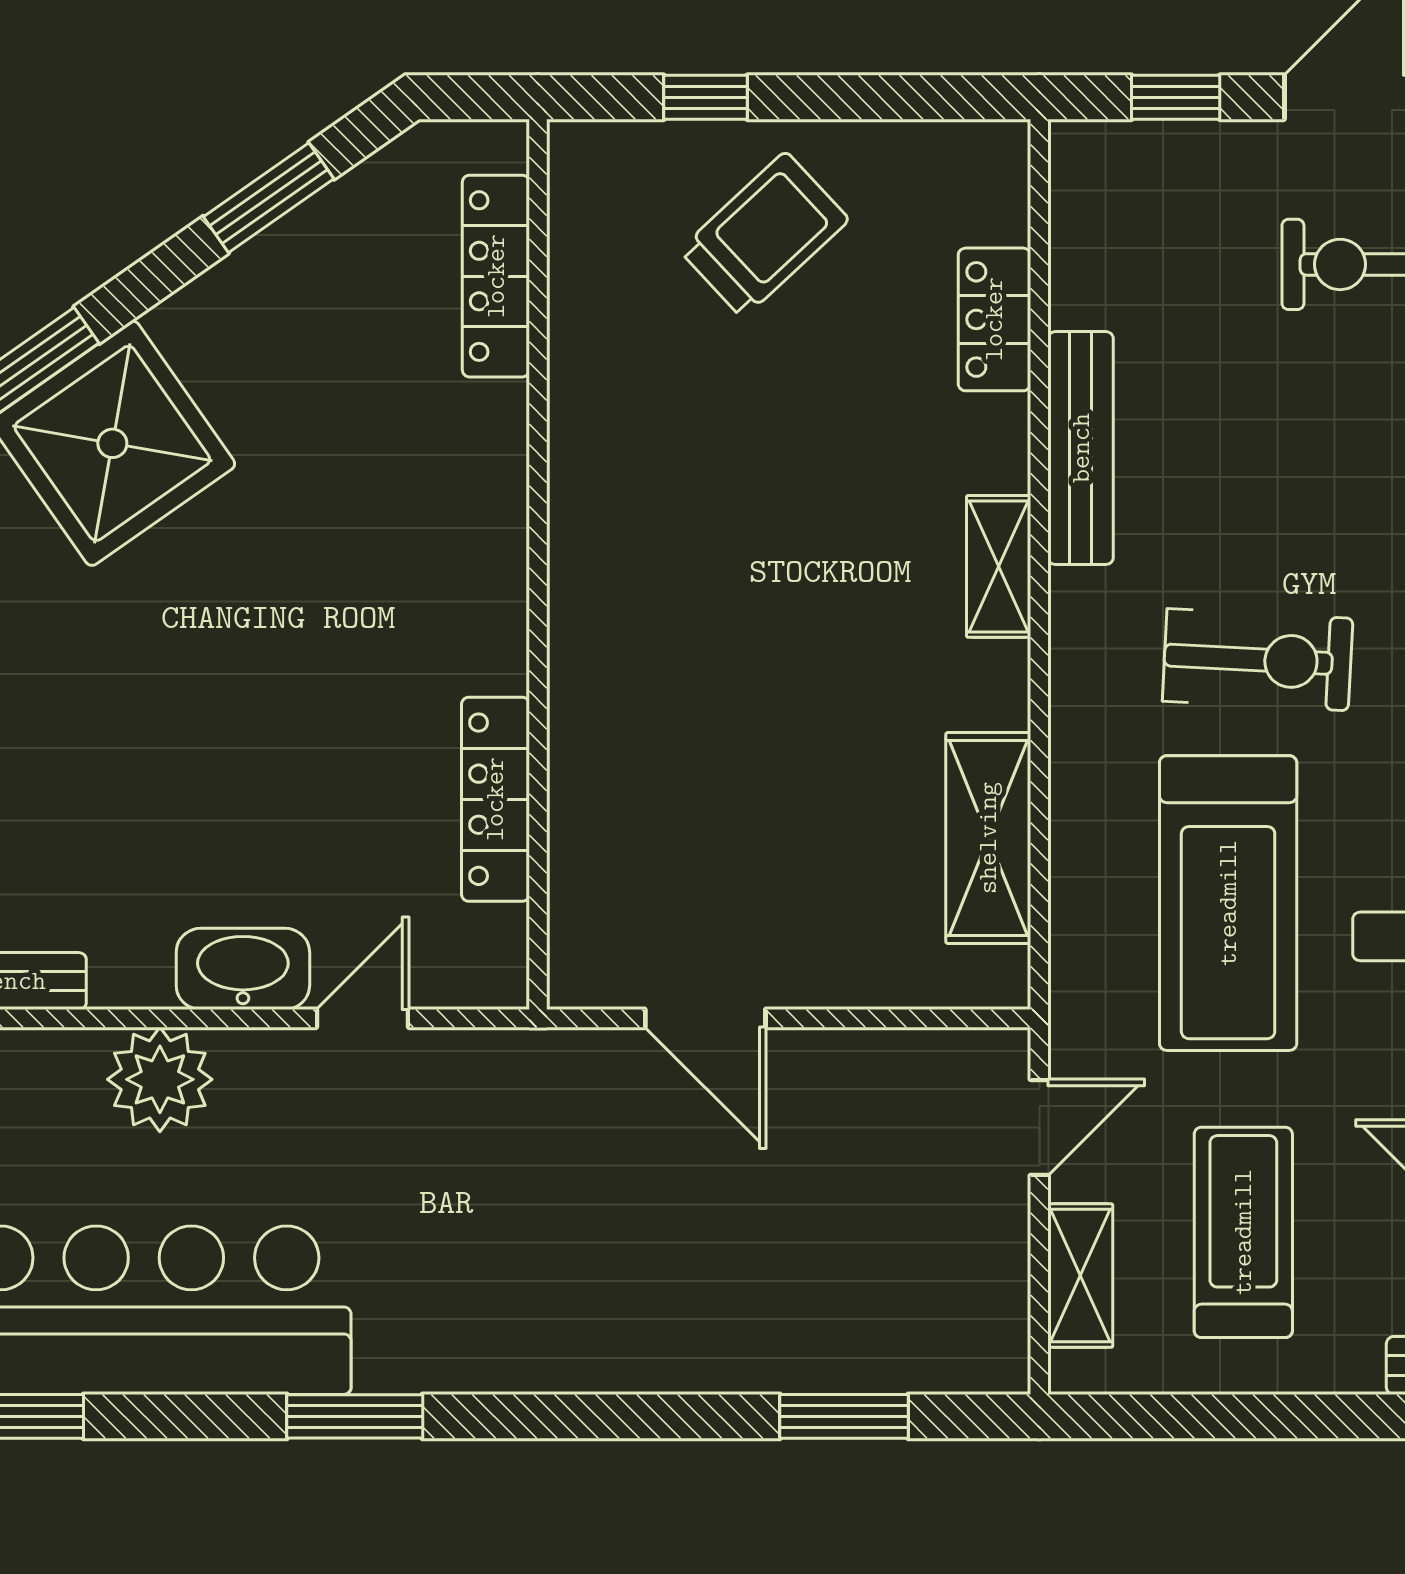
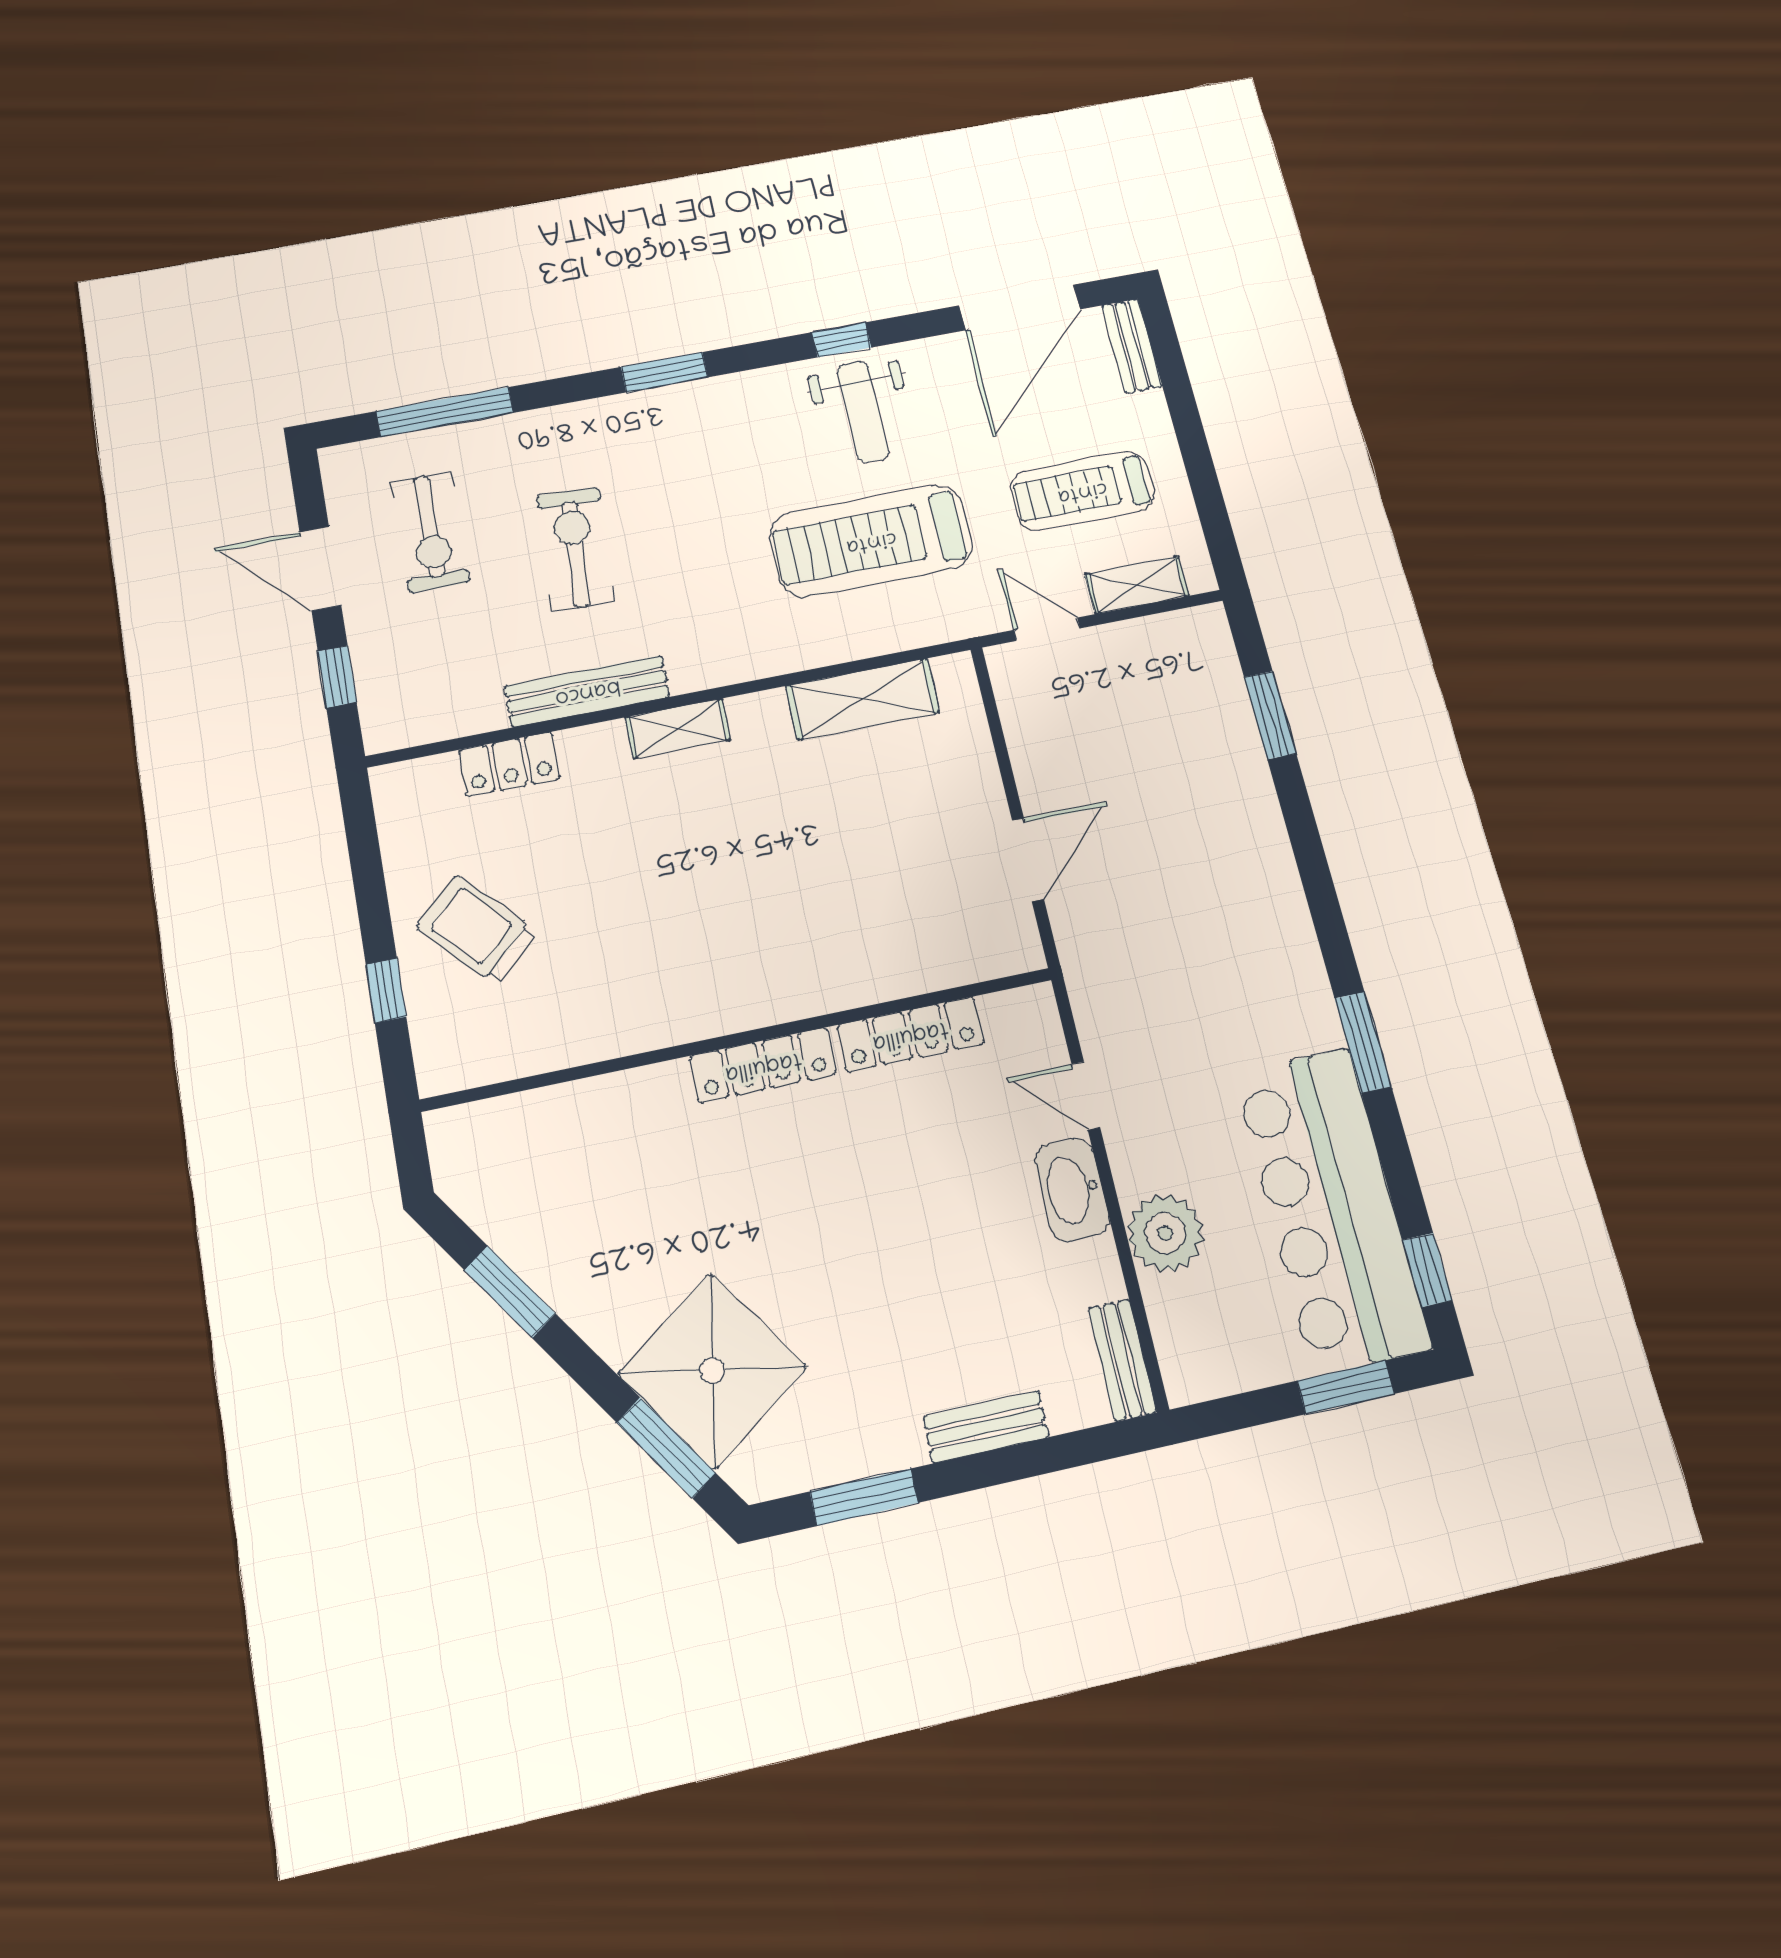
locker: (496, 276) -> (763, 1065), moved
exercise bike: (1258, 660) -> (575, 548), moved
treadmill: (1228, 903) -> (871, 541), turned 180

